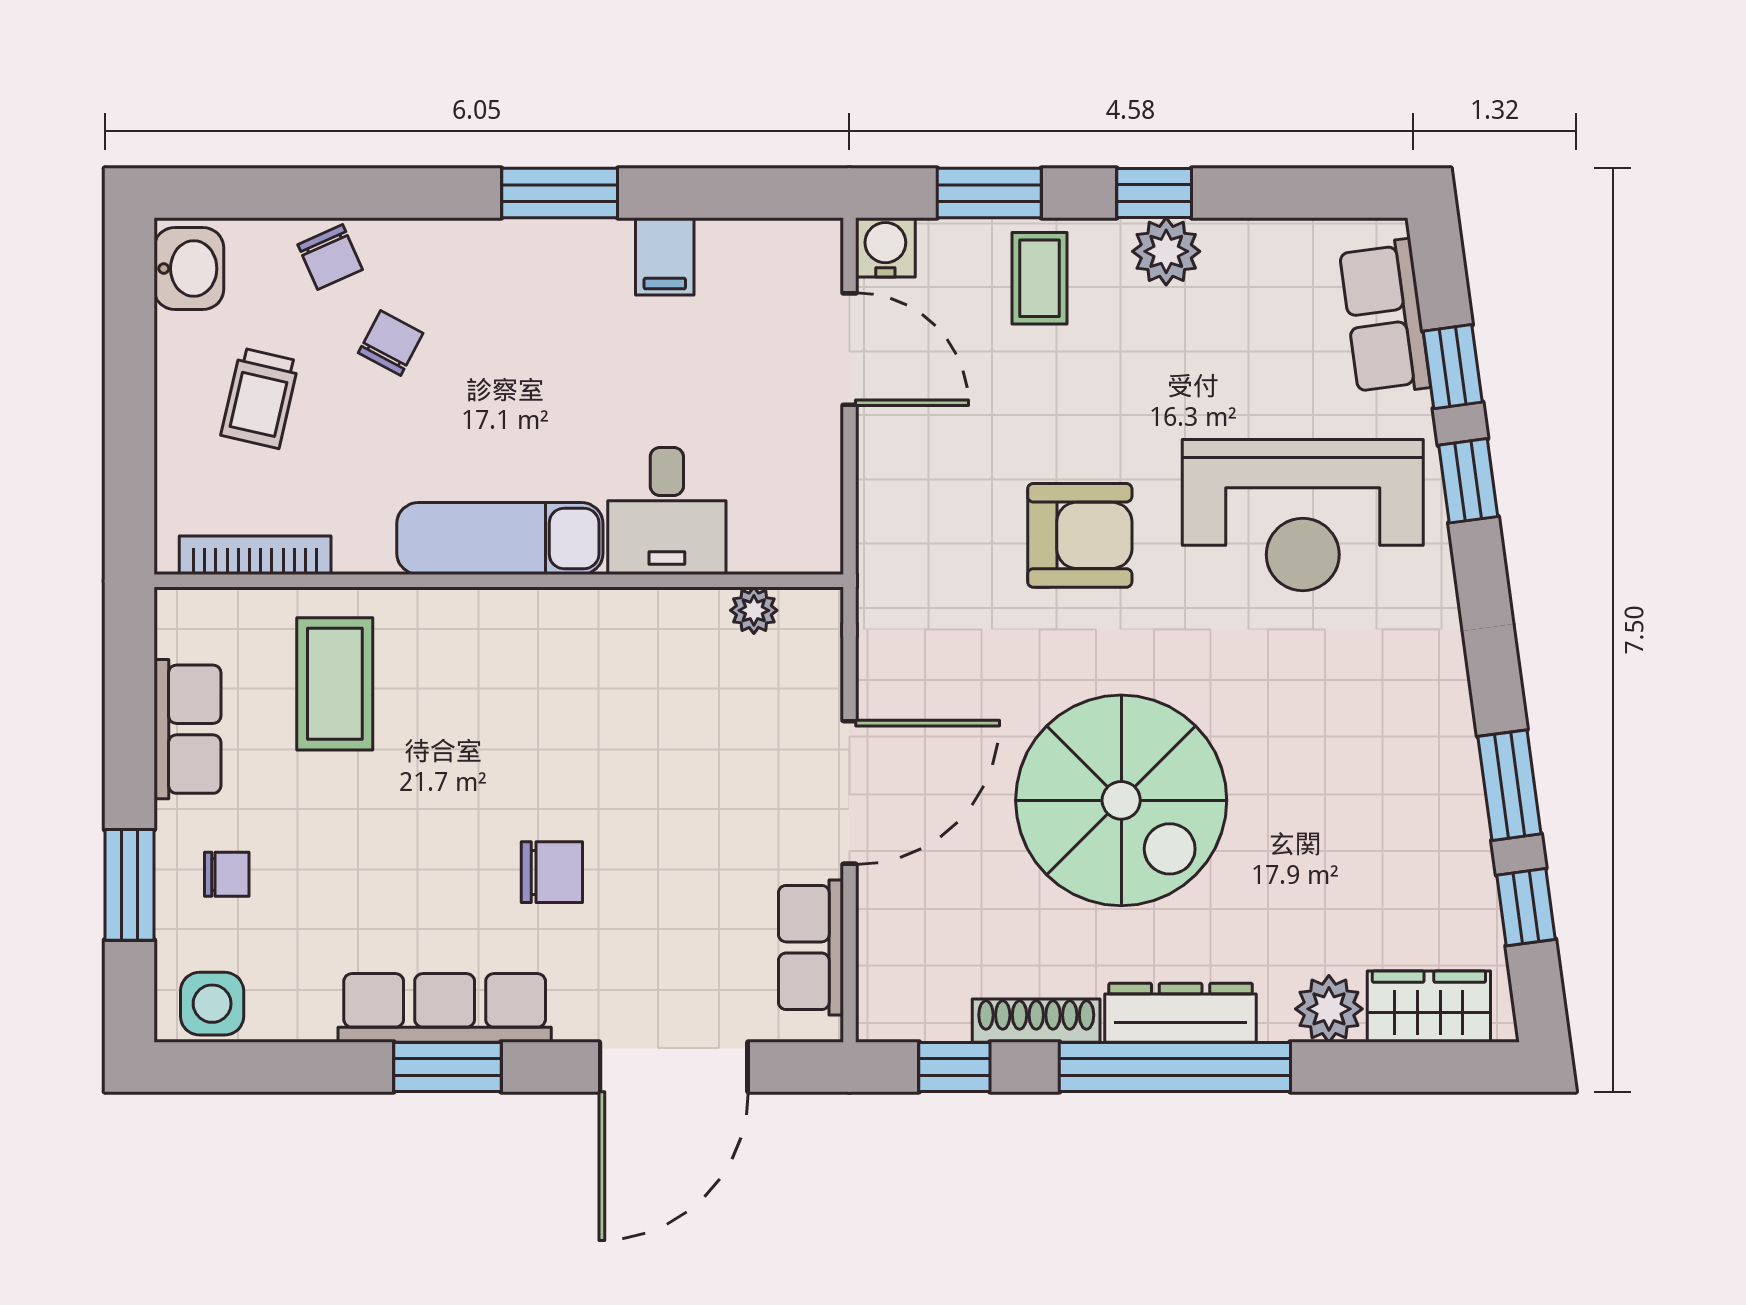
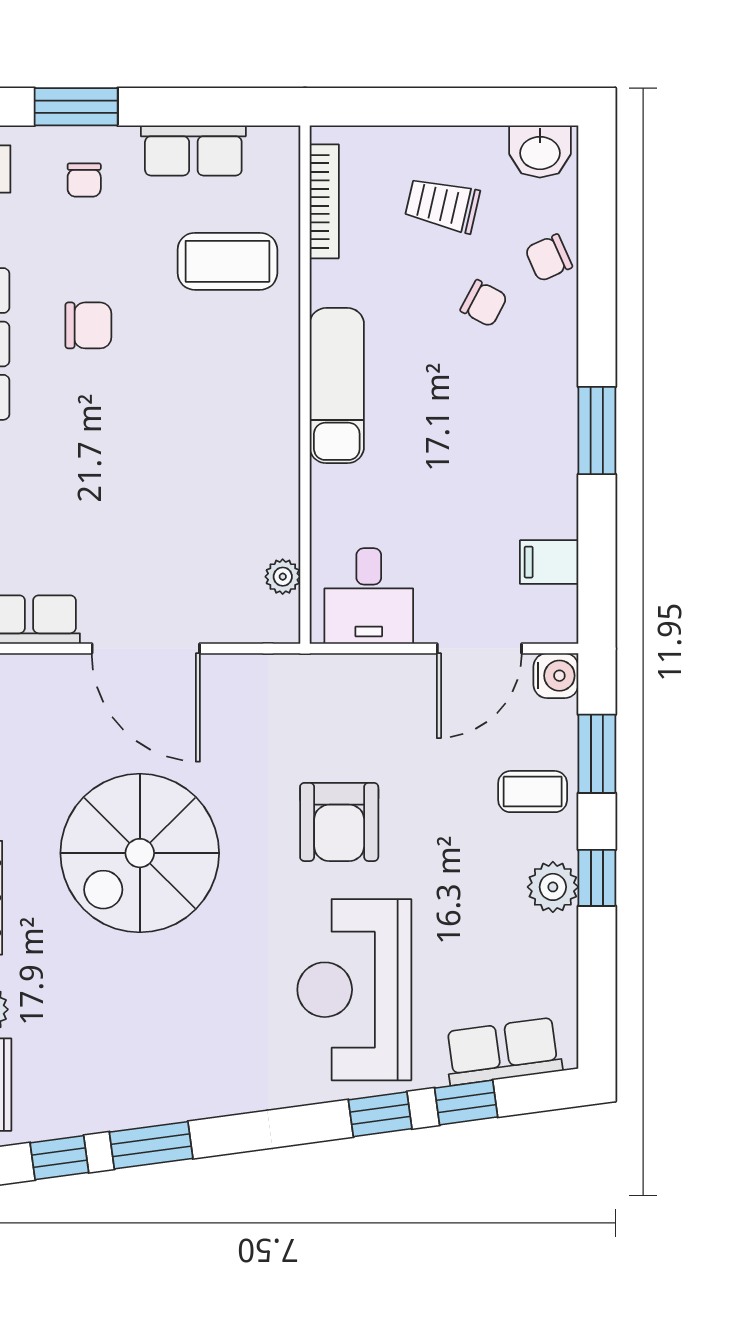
filing cabinet: (665, 256) -> (549, 562), moved
desk: (667, 511) -> (369, 596), moved, turned -90
chair: (552, 872) -> (88, 325), moved, turned -90

